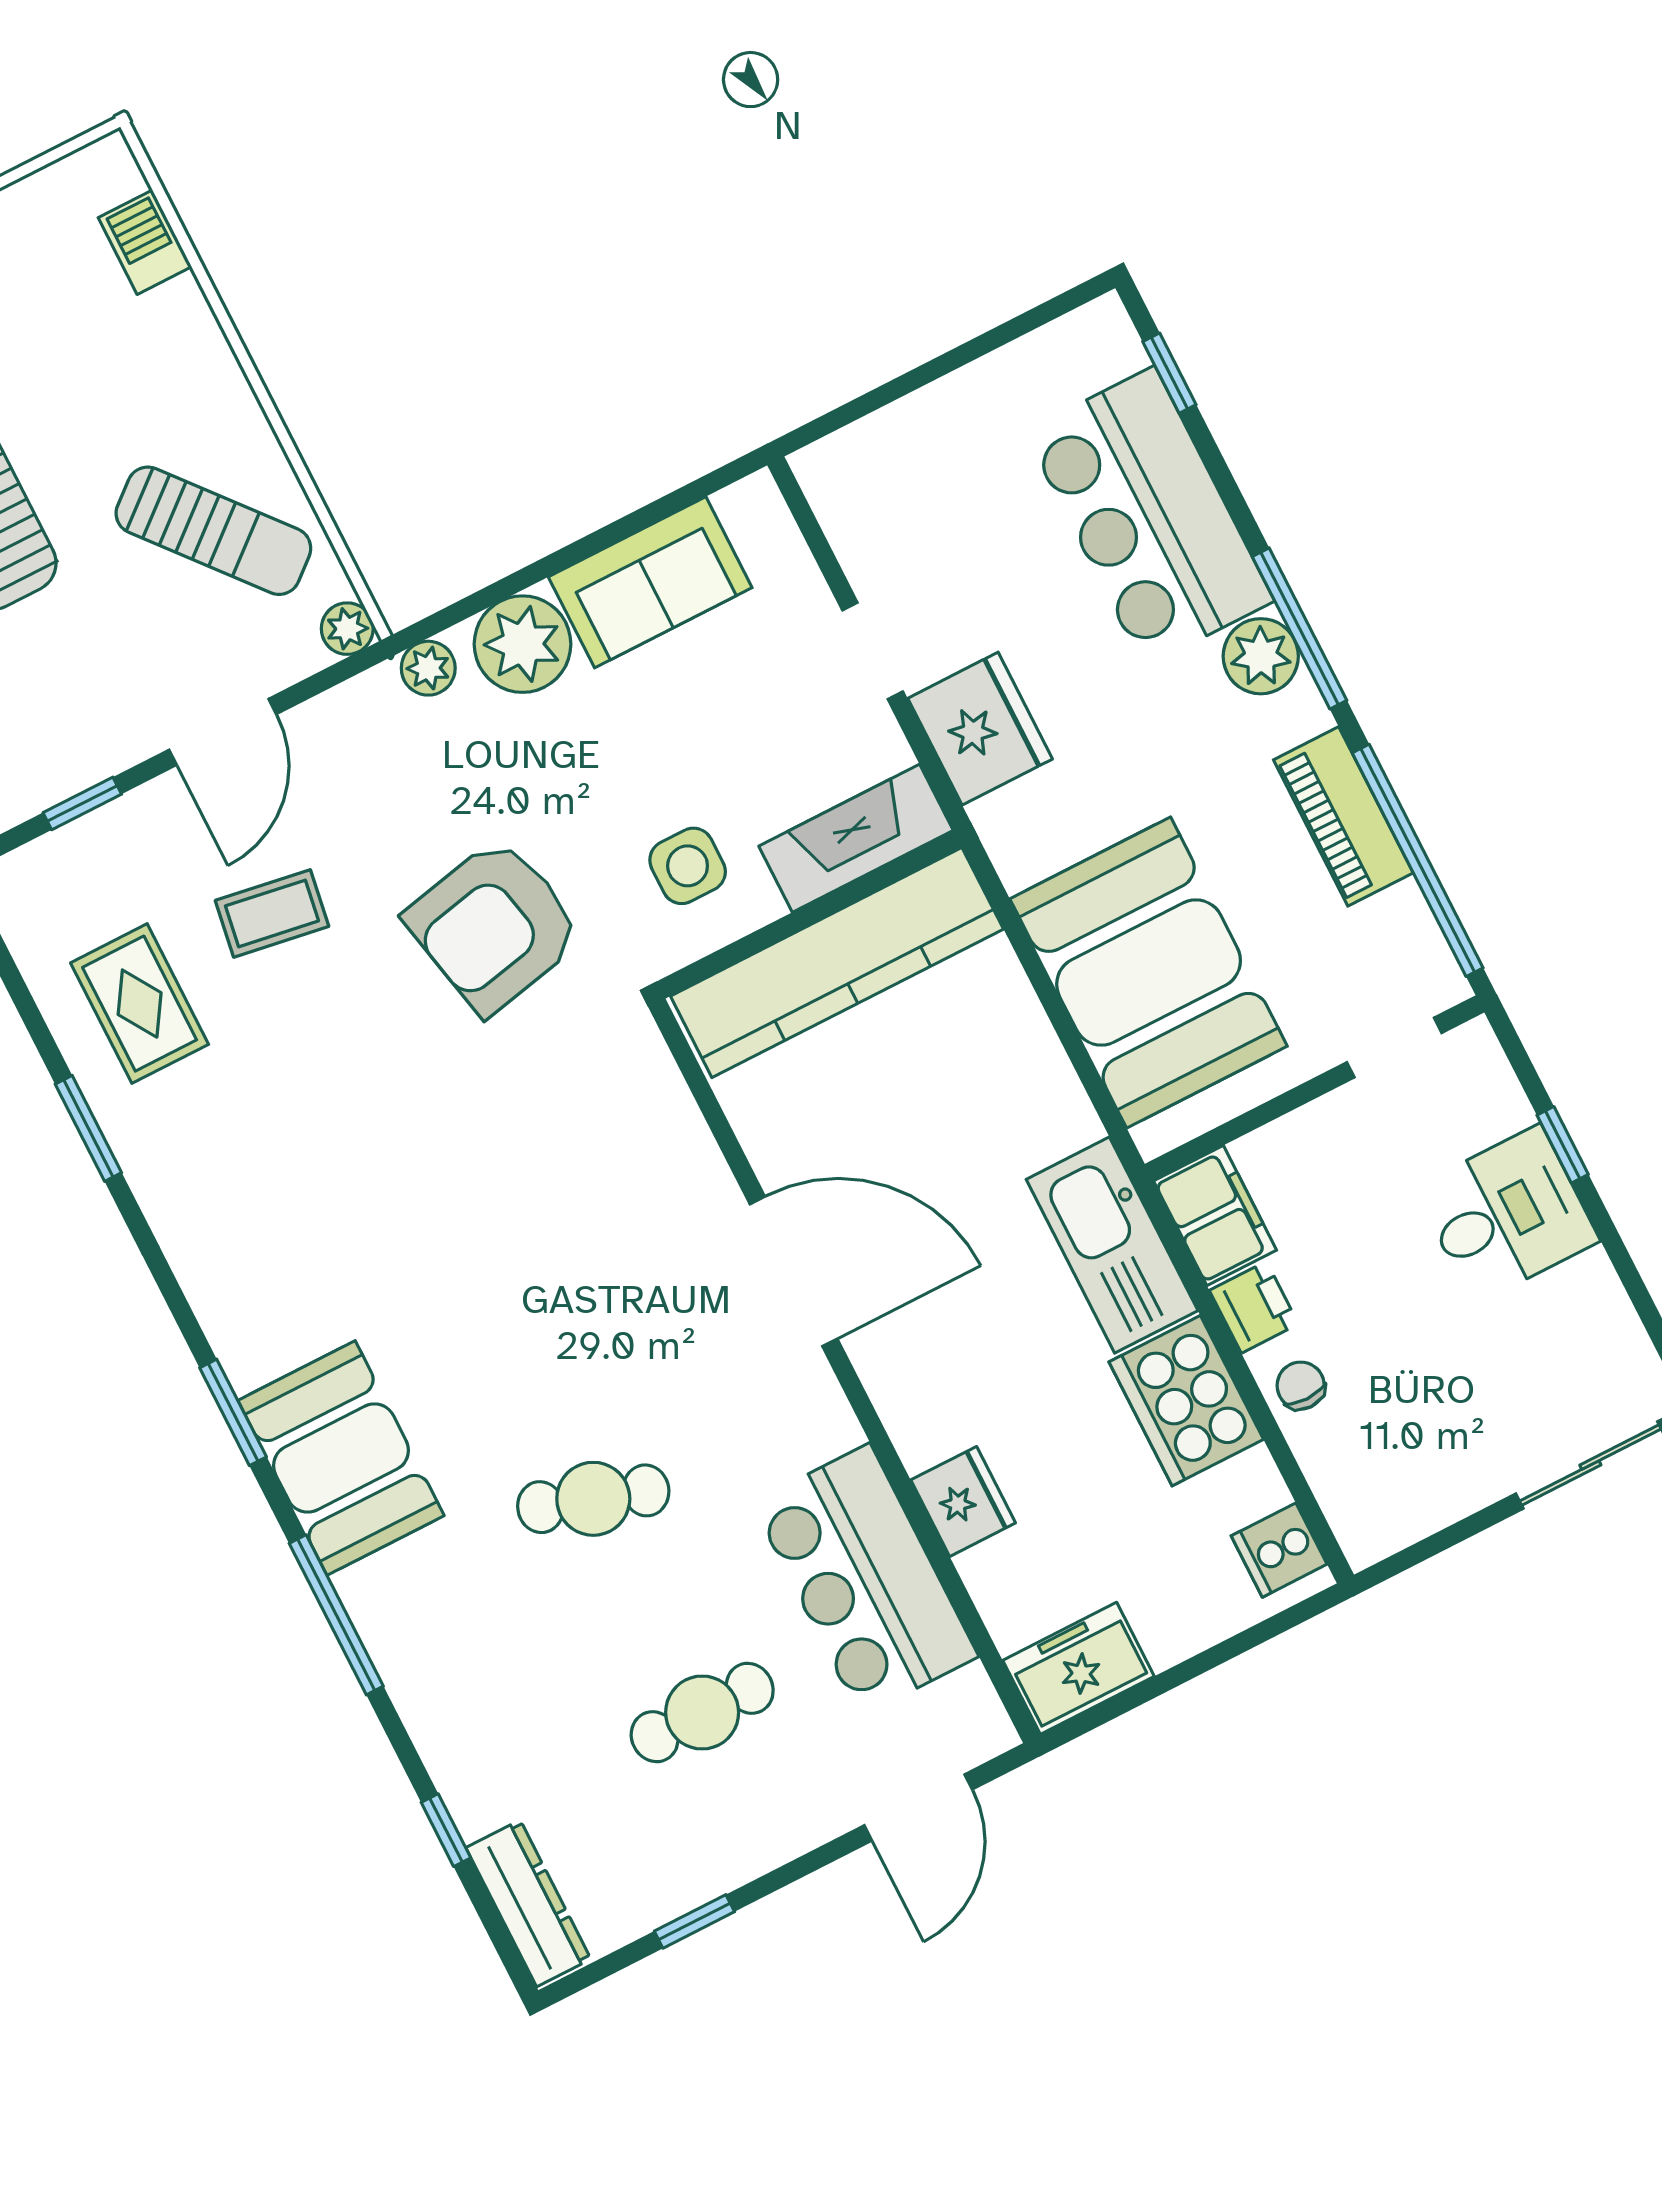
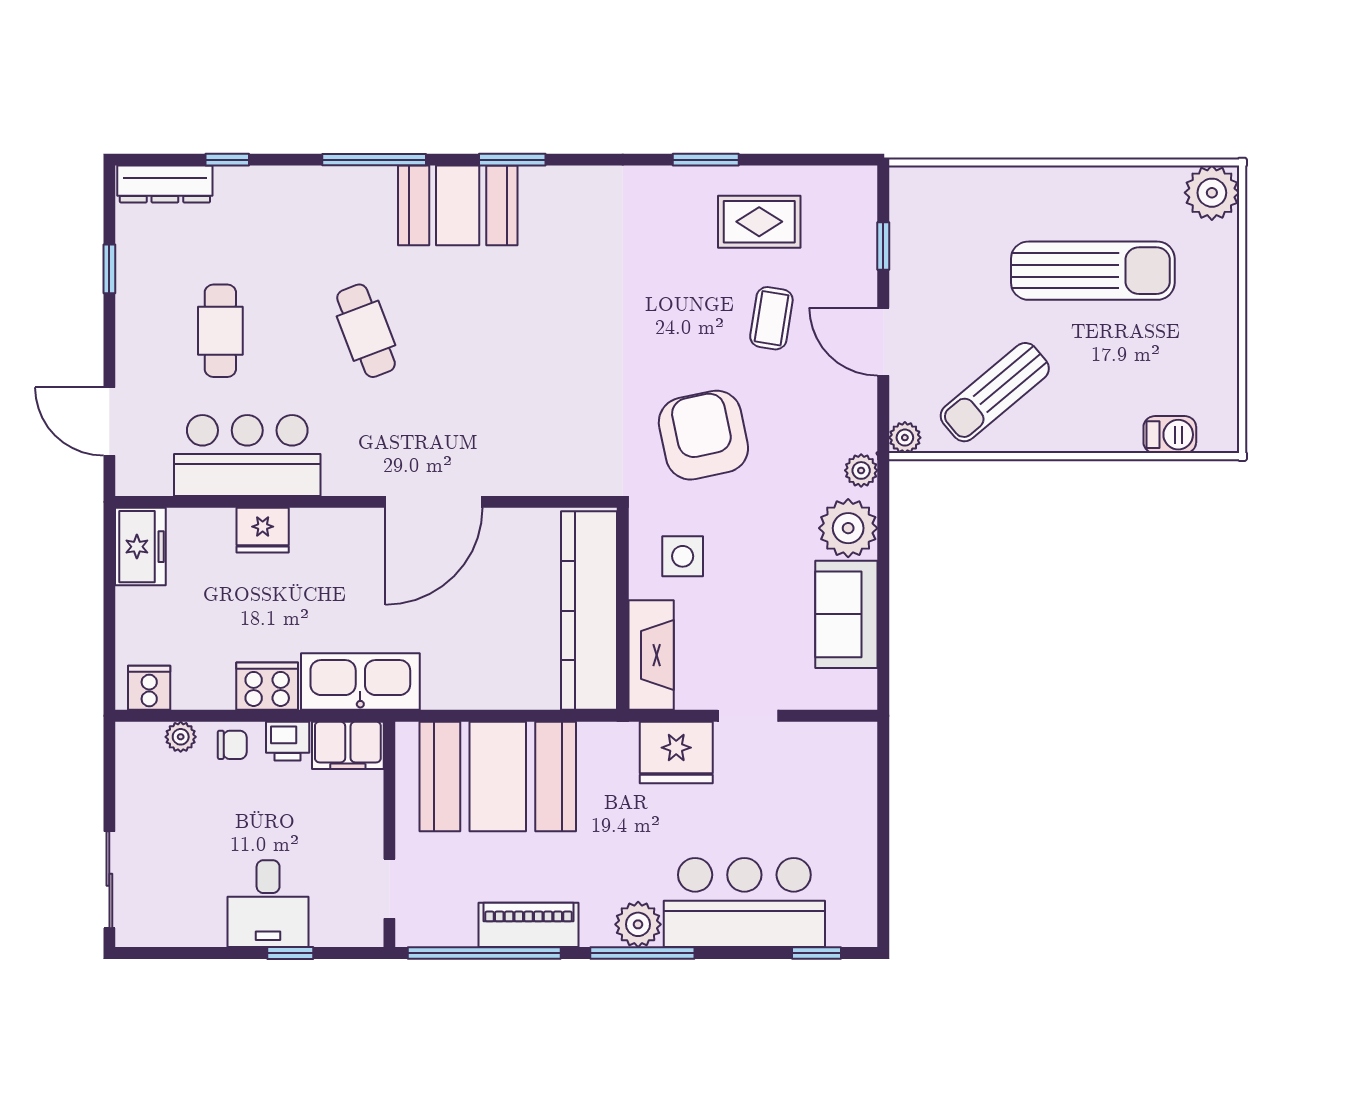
cooker: (1186, 1401) -> (267, 686), width x0.73, depth x0.76
plant: (1327, 1467) -> (181, 737), added
cafe table: (593, 1499) -> (366, 331), turned -39

